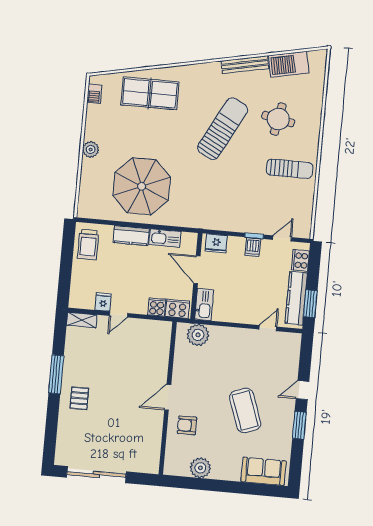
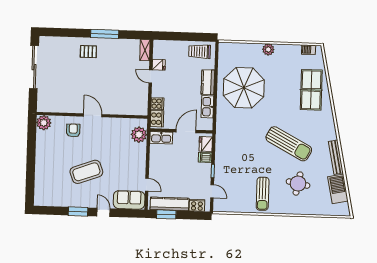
dishwasher: (253, 247) -> (205, 157), moved
plant: (200, 468) -> (44, 123), moved
sofa: (264, 471) -> (129, 200), moved, turned -90

